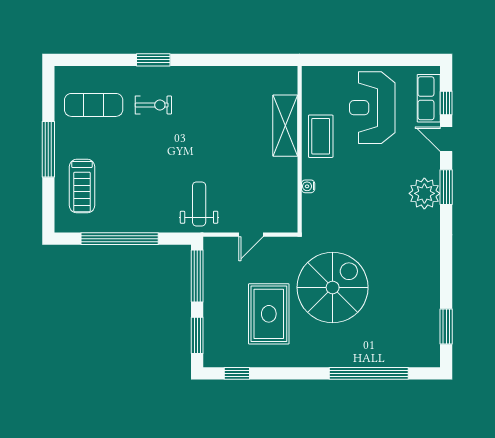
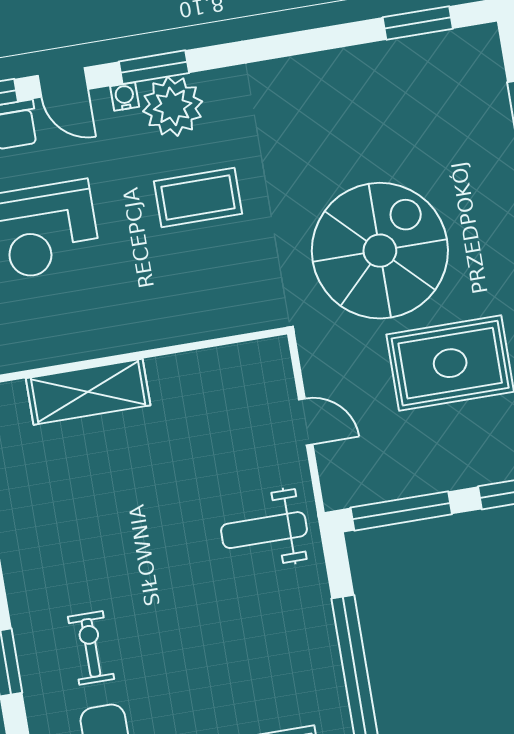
coffee table: (321, 136) -> (198, 197), moved
door: (446, 139) -> (63, 82), hinge flipped
water cooler: (308, 186) -> (125, 97), moved, turned 180
spiral stairs: (333, 287) -> (380, 251), turned 90

